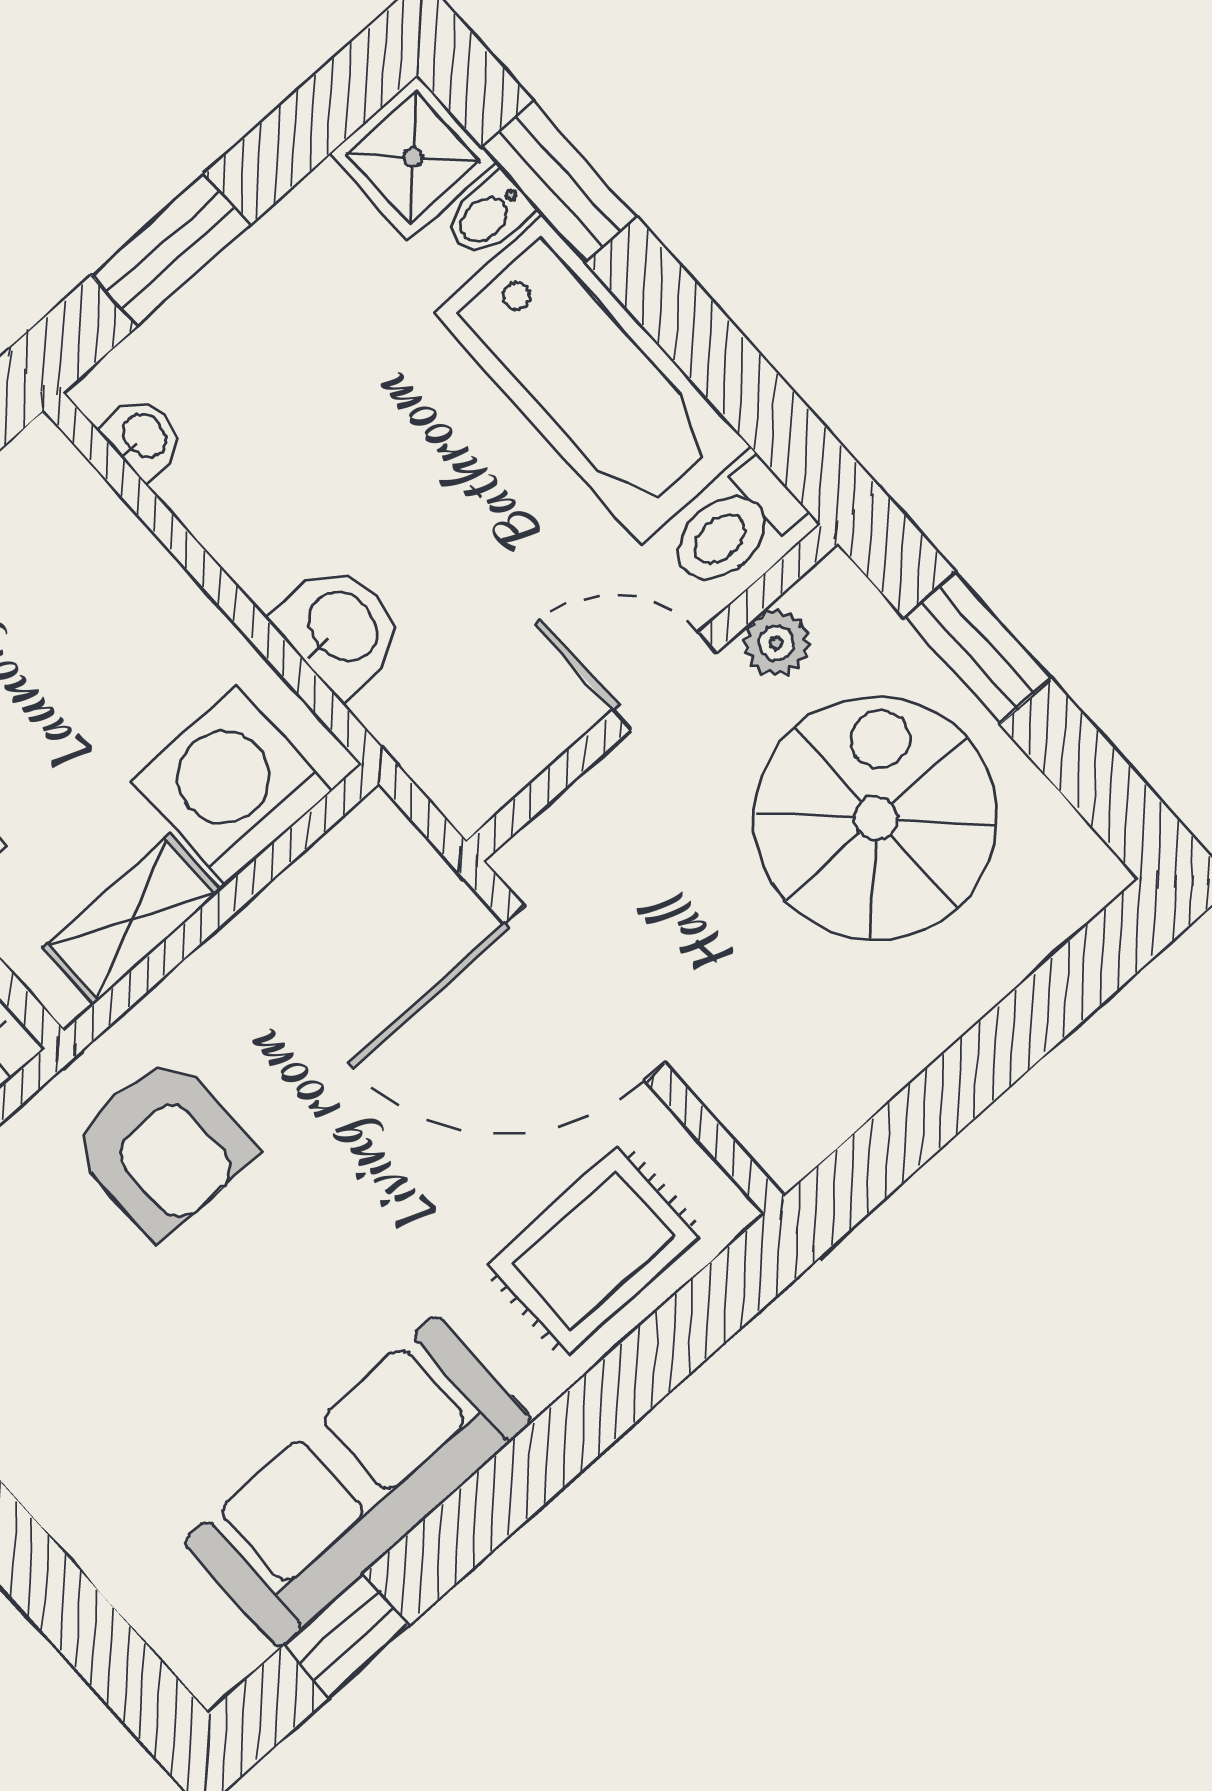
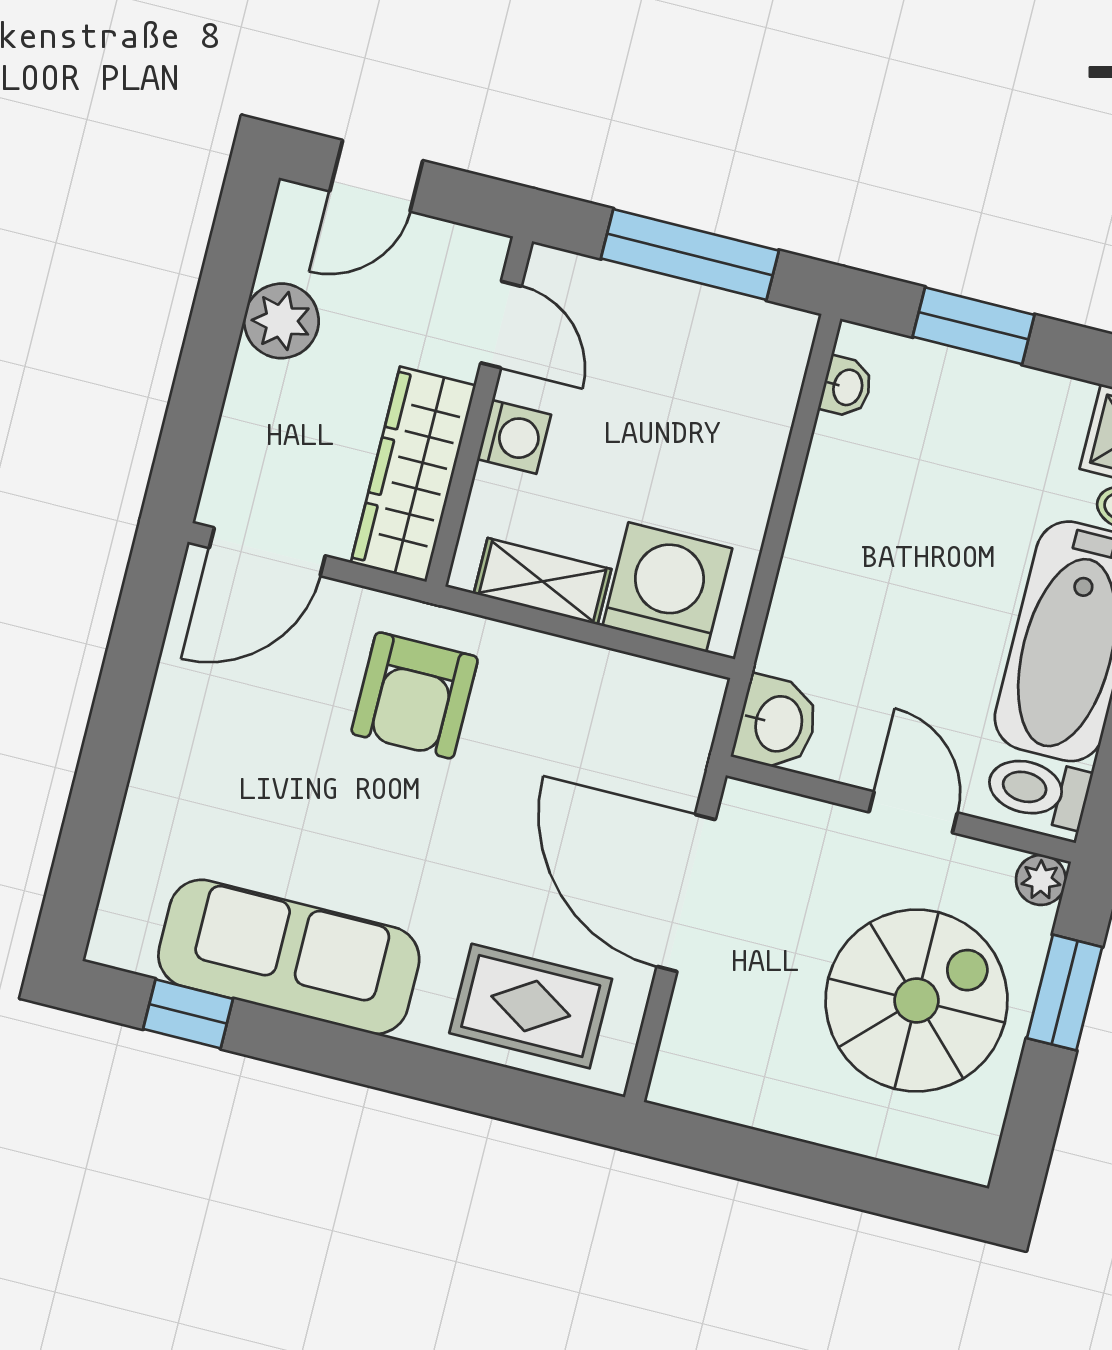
washbasin: (341, 629) -> (777, 723), moved
plant: (776, 643) -> (1041, 880), moved

